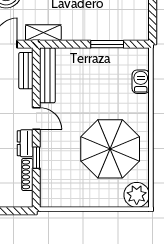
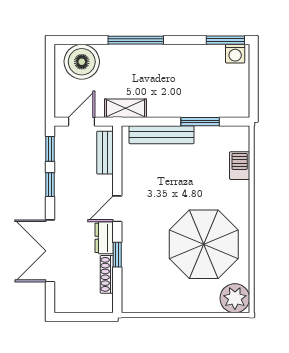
bench: (47, 75) -> (162, 135), moved, turned 90
door: (36, 118) -> (117, 209), swing flipped

